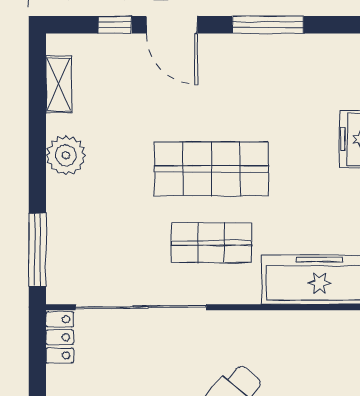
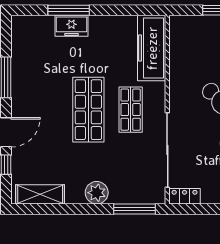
shelving: (59, 84) -> (40, 194), width x1.50, depth x1.33
plant: (66, 155) -> (97, 193), moved

